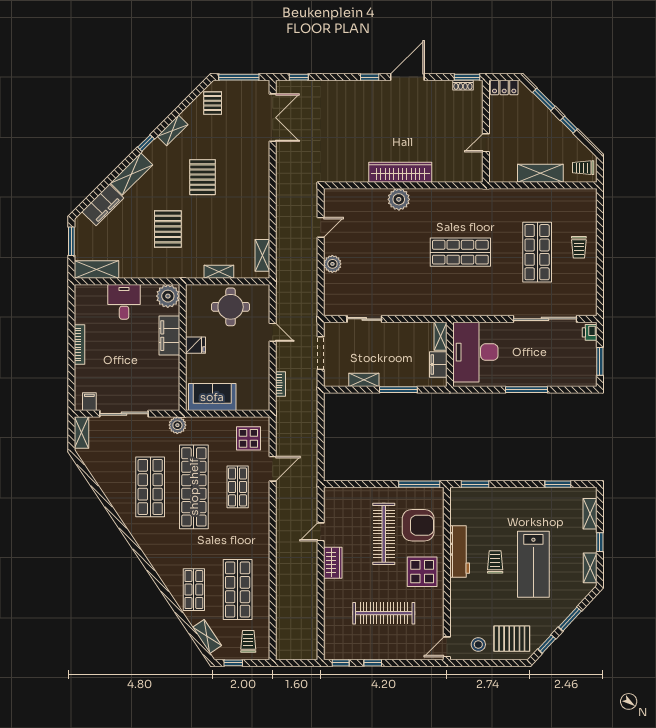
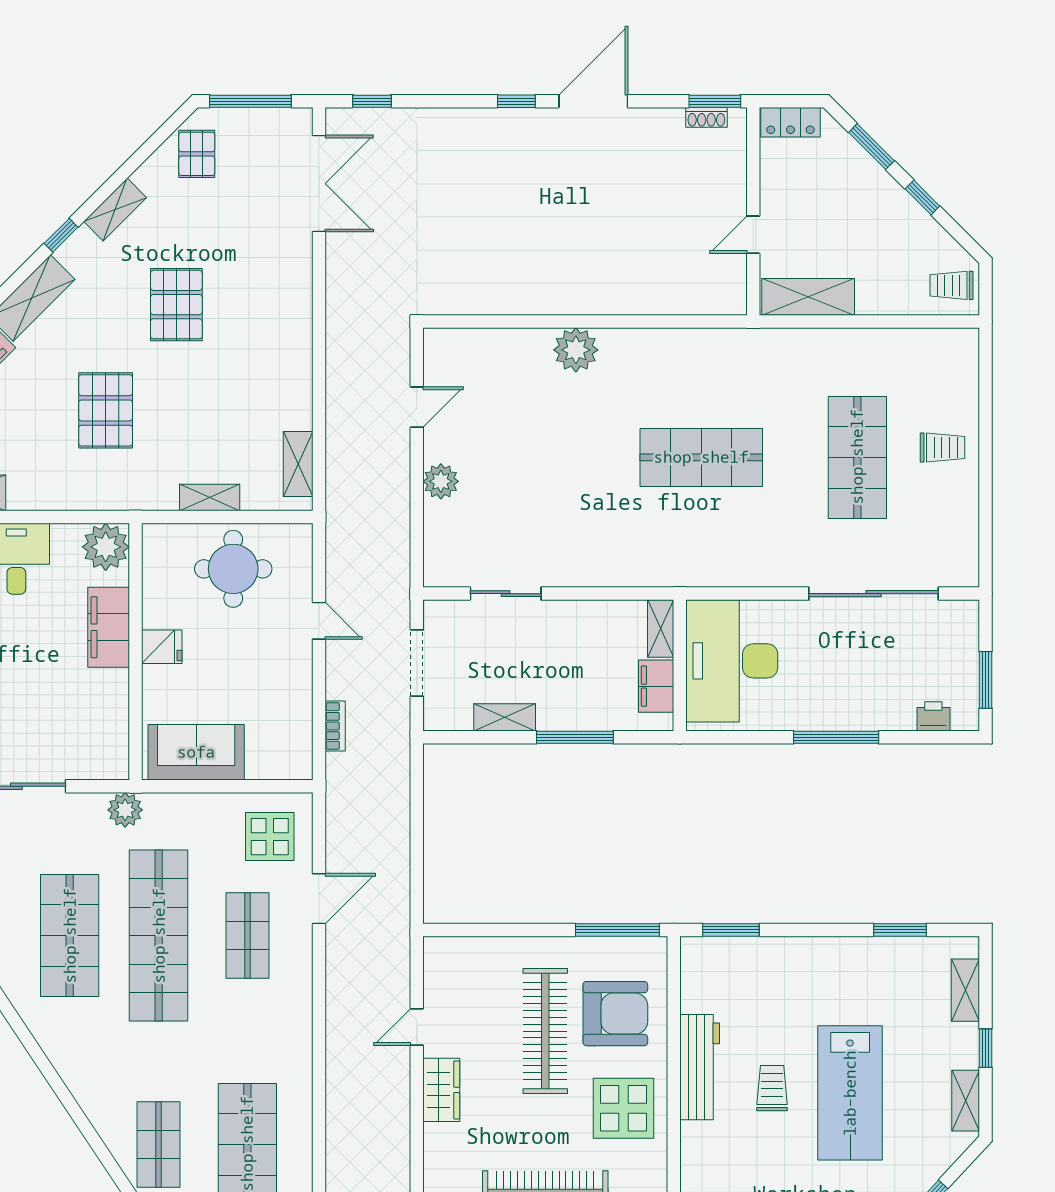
wardrobe: (400, 172) -> (579, 295), removed
shelving: (540, 173) -> (808, 297), moved
trolley: (579, 247) -> (943, 448), turned -90
printer: (590, 332) -> (933, 716), moved, turned 90

